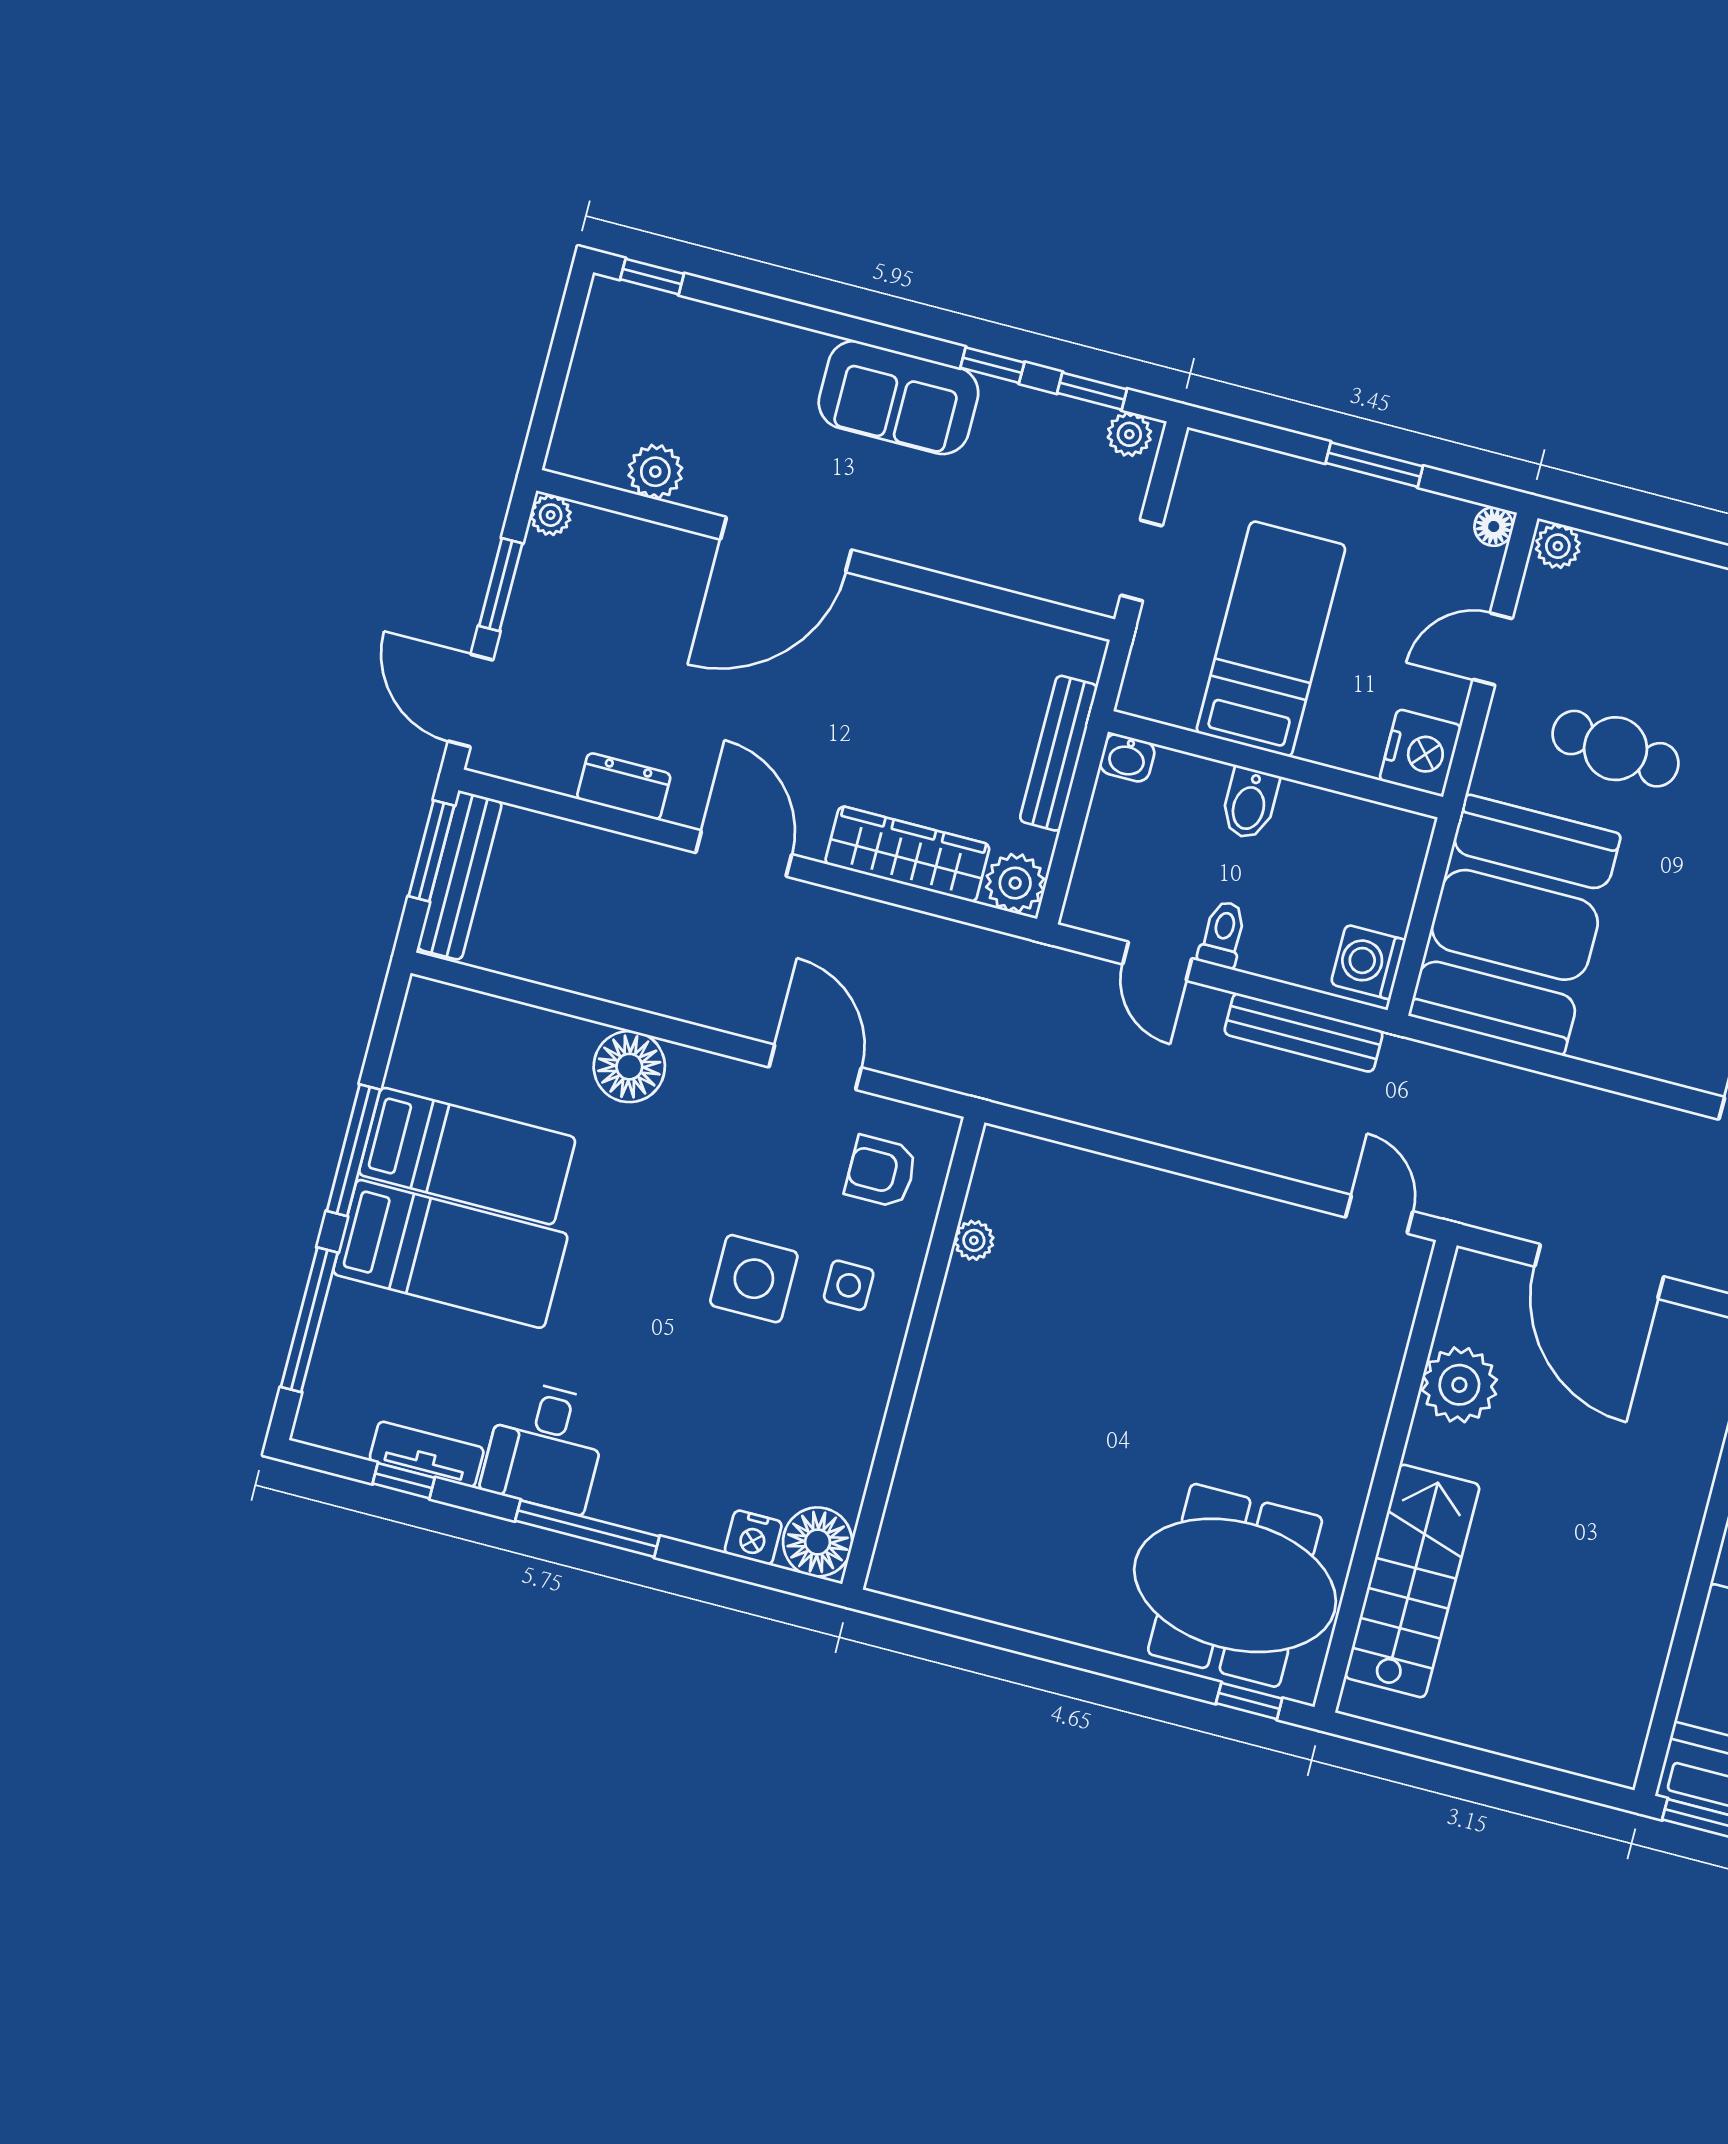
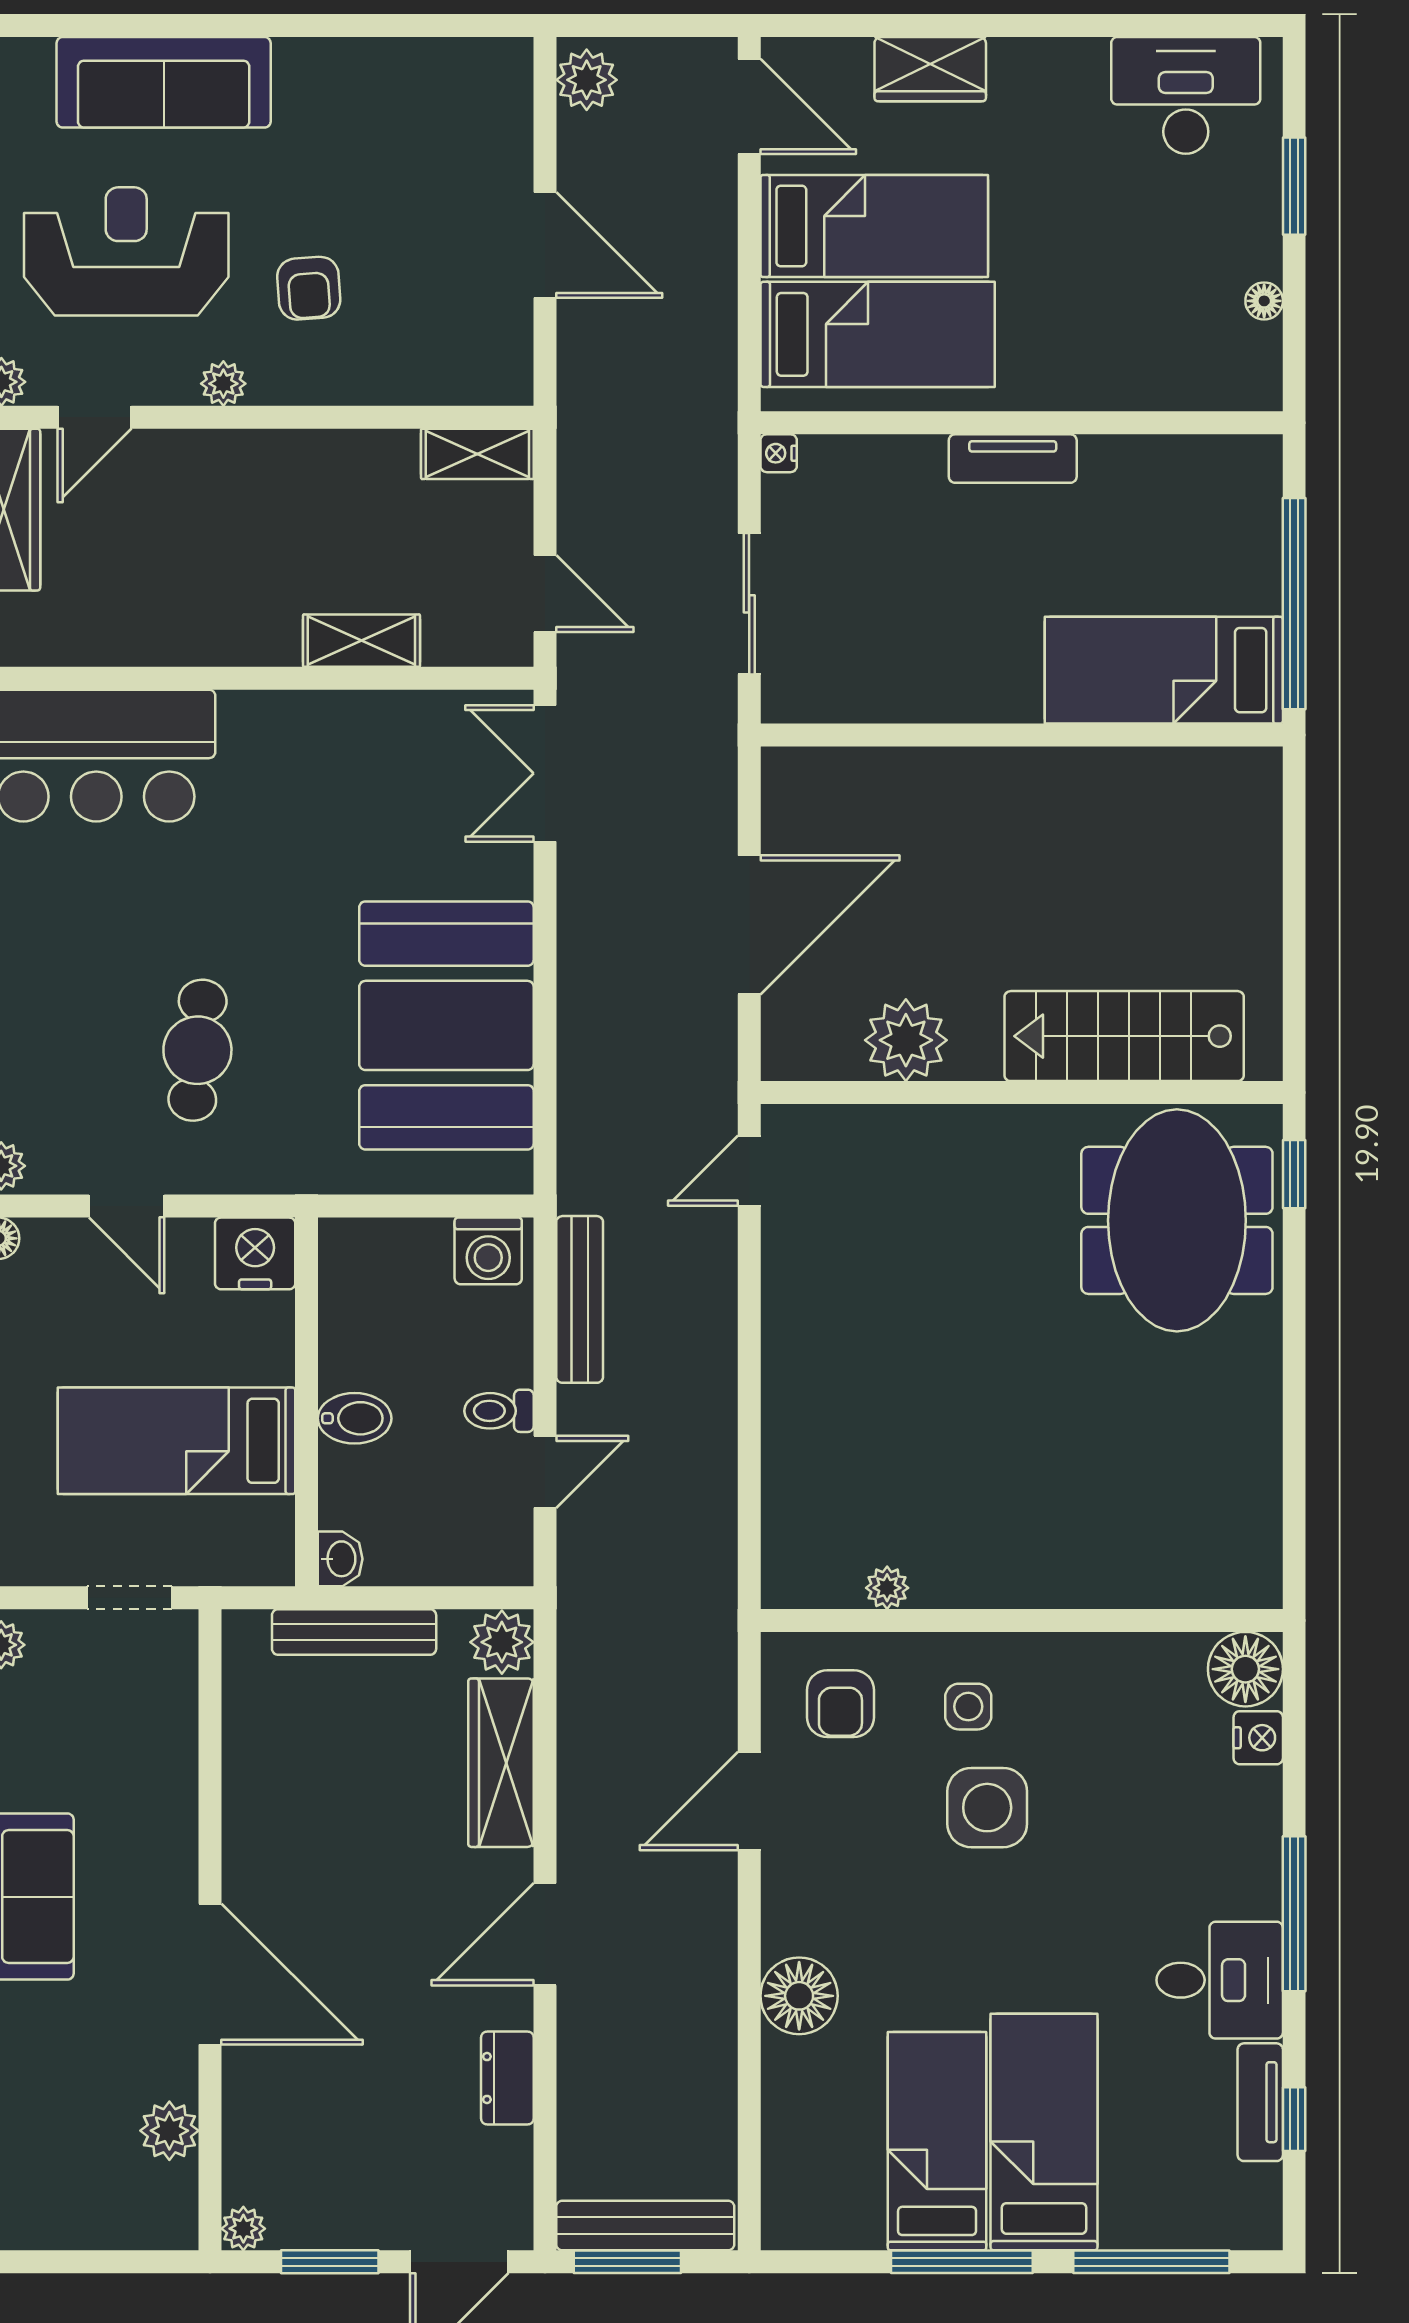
booth: (1515, 925) -> (446, 1025), moved, turned 90

